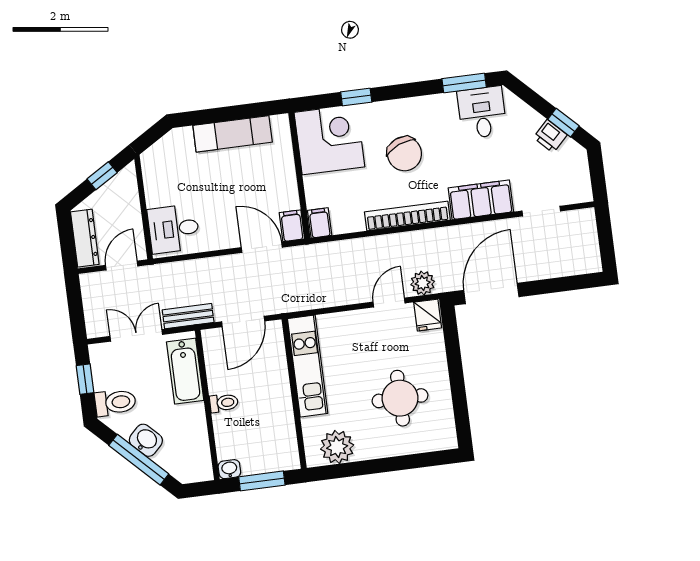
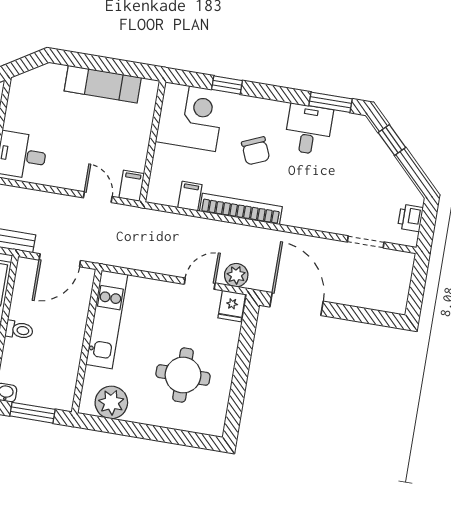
desk: (482, 112) -> (308, 129), moved
window: (563, 123) -> (392, 140), moved
printer: (550, 136) -> (410, 218), moved, turned 45
chair: (404, 154) -> (256, 151), width x0.73, depth x0.73
filing cabinet: (481, 200) -> (313, 215), removed
filing cabinet: (320, 223) -> (190, 196), moved
door: (262, 247) -> (98, 197), width x0.73
door: (491, 294) -> (297, 304), hinge flipped

